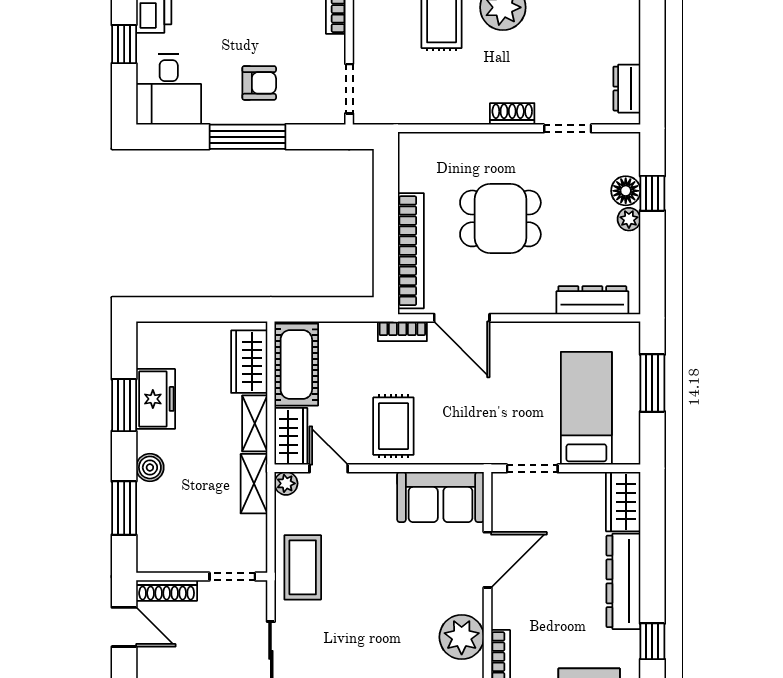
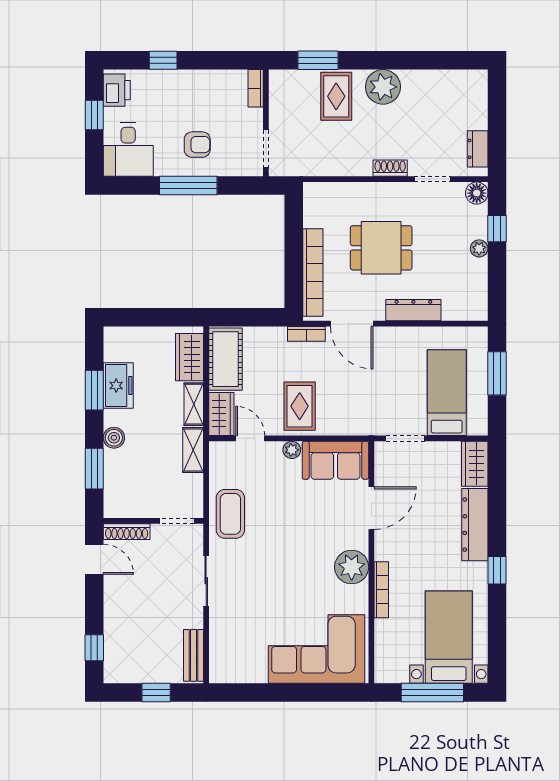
floor lamp: (626, 191) -> (477, 193), moved
dresser: (592, 300) -> (413, 310), moved
plant: (286, 483) -> (292, 450), moved

